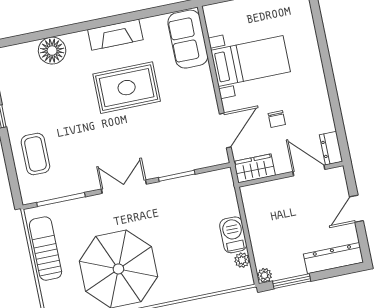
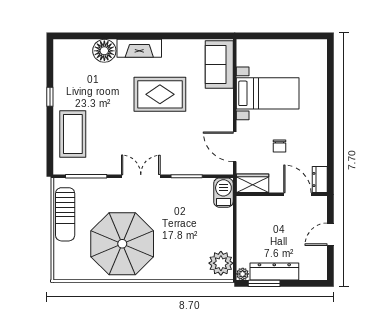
fireplace: (115, 35) -> (139, 48), moved
door: (225, 130) -> (235, 147), swing flipped
coffee table: (35, 154) -> (73, 134), width x1.36, depth x1.32
barbecue: (233, 235) -> (223, 193), moved
sun lounger: (46, 249) -> (65, 214), turned 180
dresser: (333, 258) -> (274, 272), moved
plant: (242, 260) -> (221, 263), width x1.88, depth x1.88

